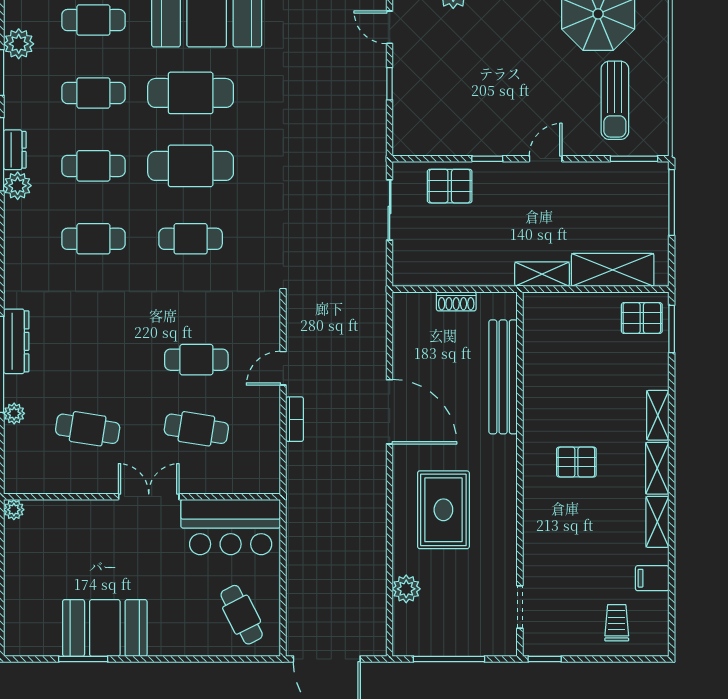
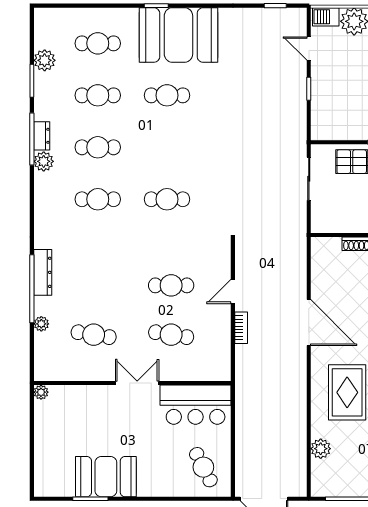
cafe table: (191, 93) -> (167, 95), width x0.73, depth x0.74
cafe table: (191, 166) -> (167, 147), removed

